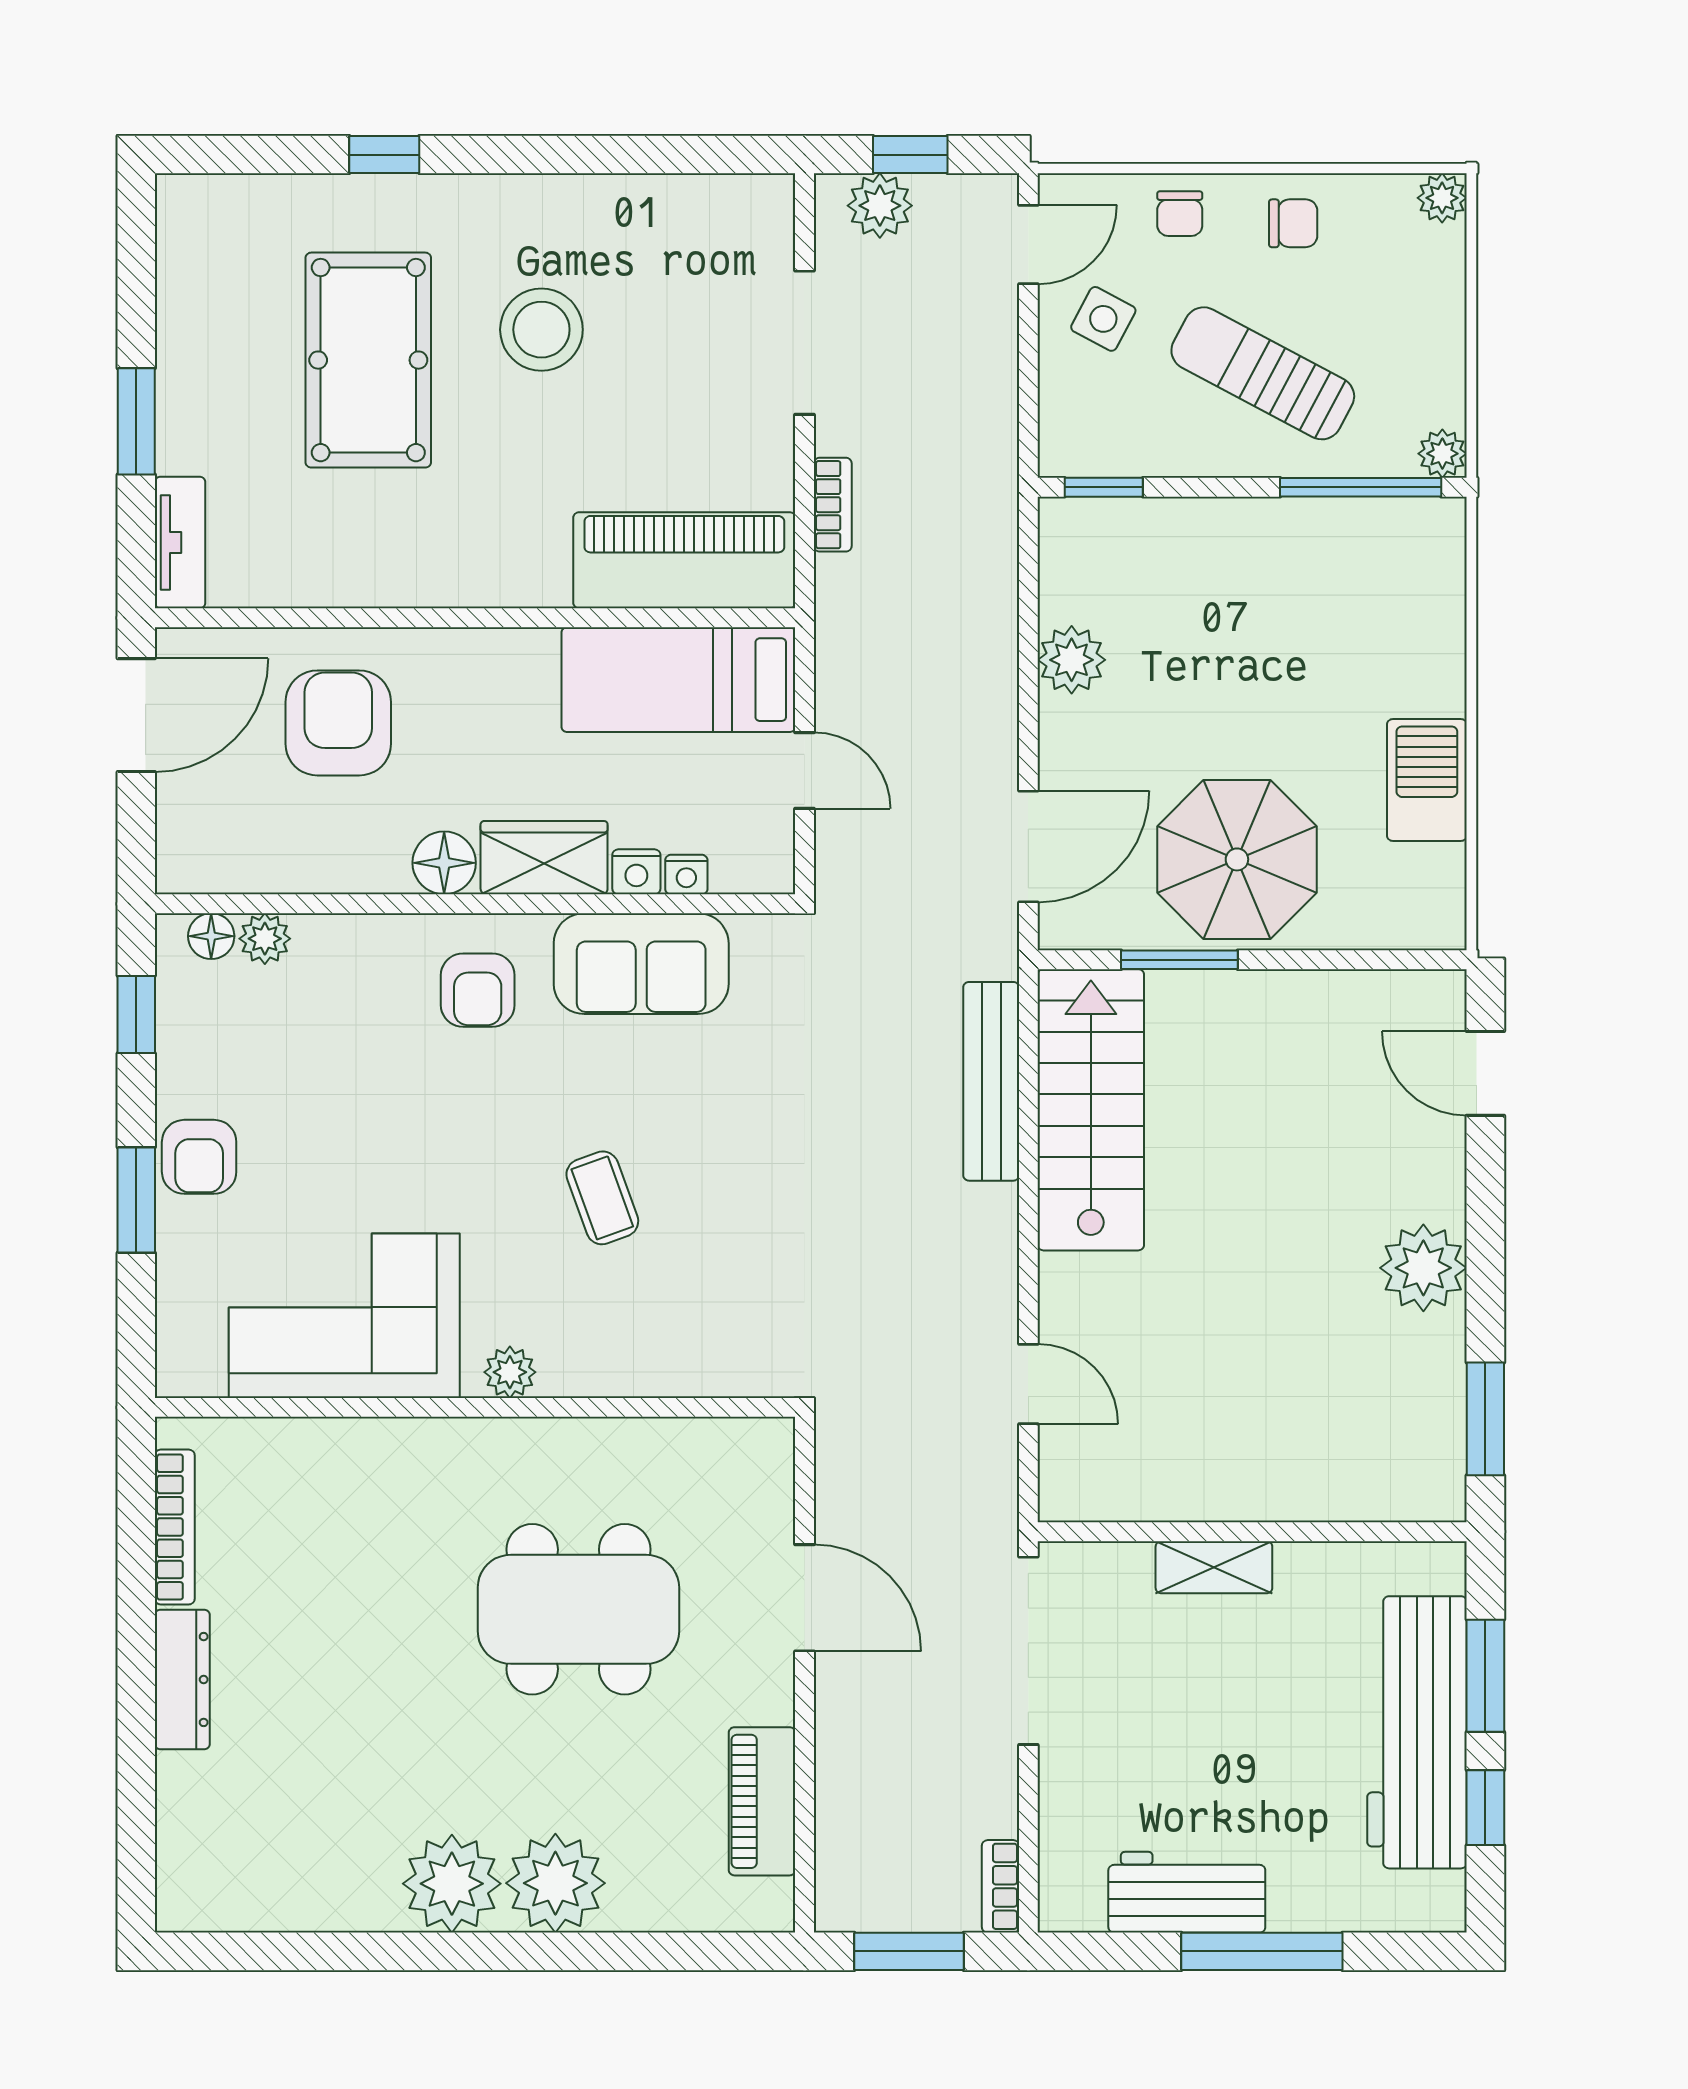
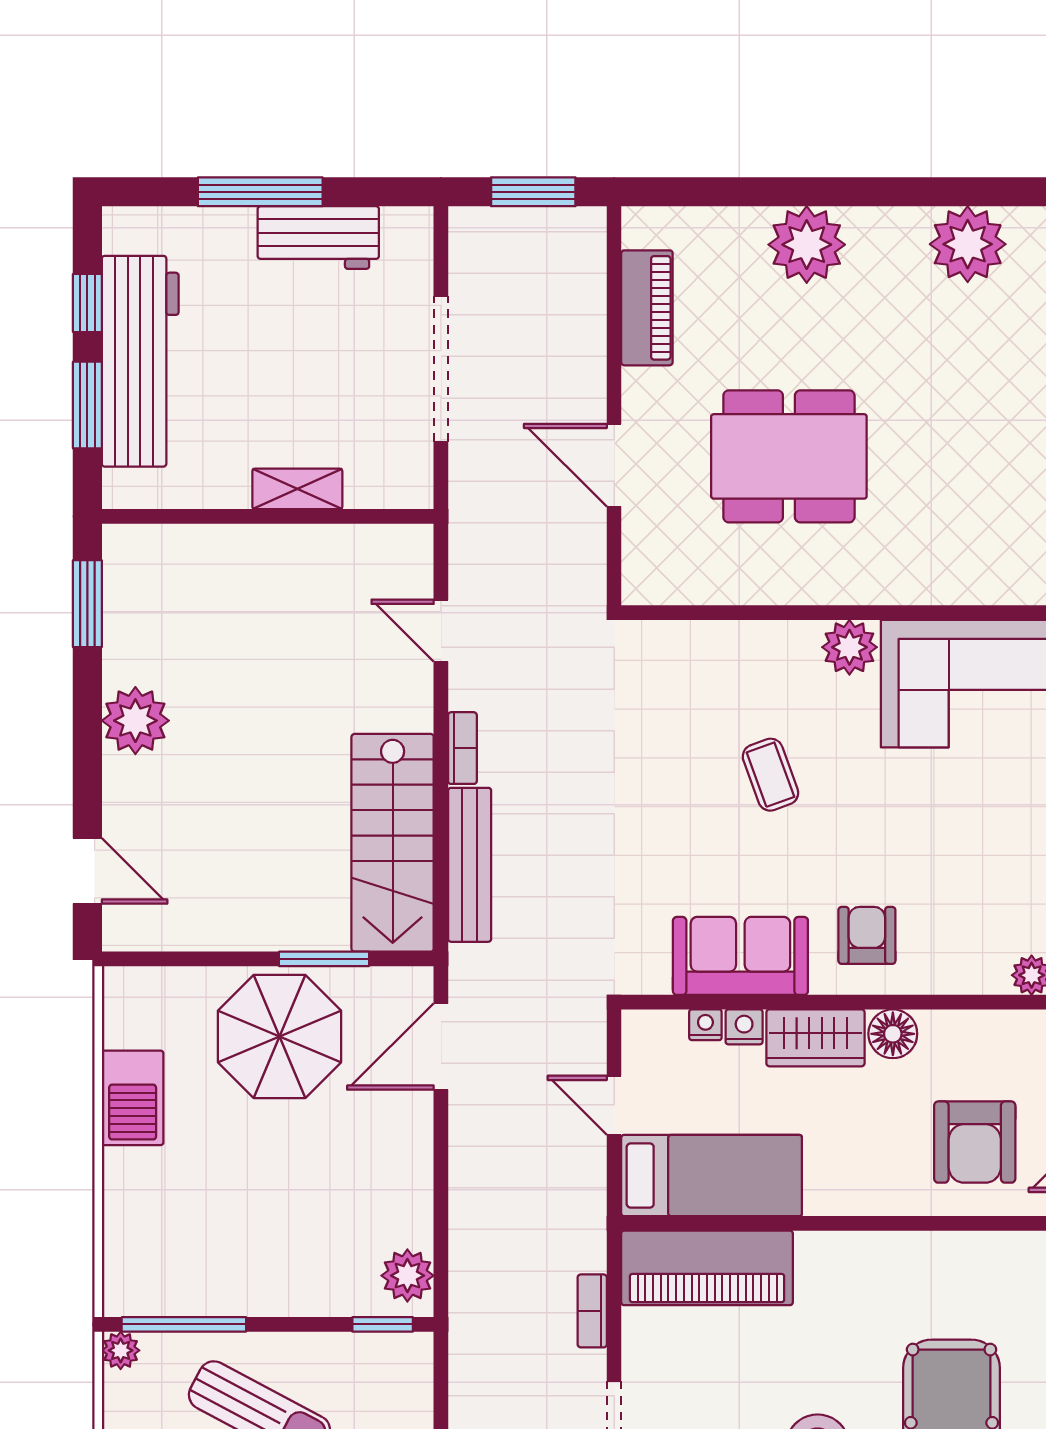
plant: (1072, 660) -> (407, 1276), moved
plant: (510, 1372) -> (849, 647), width x1.38, depth x1.38
doorway: (1028, 1651) -> (441, 369), moved
plant: (452, 1884) -> (968, 244), moved
bookcase: (1001, 1886) -> (462, 748), moved

